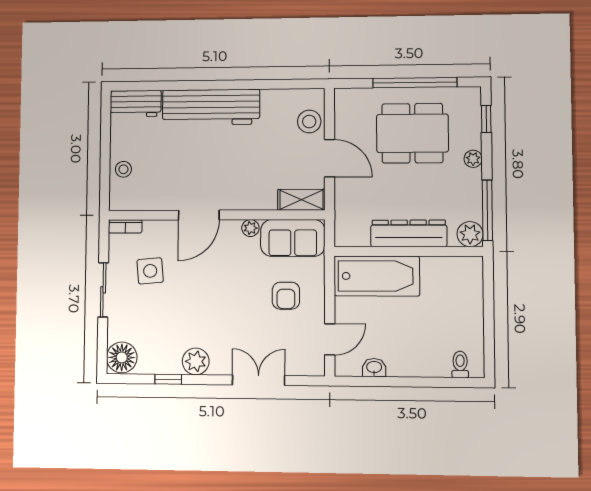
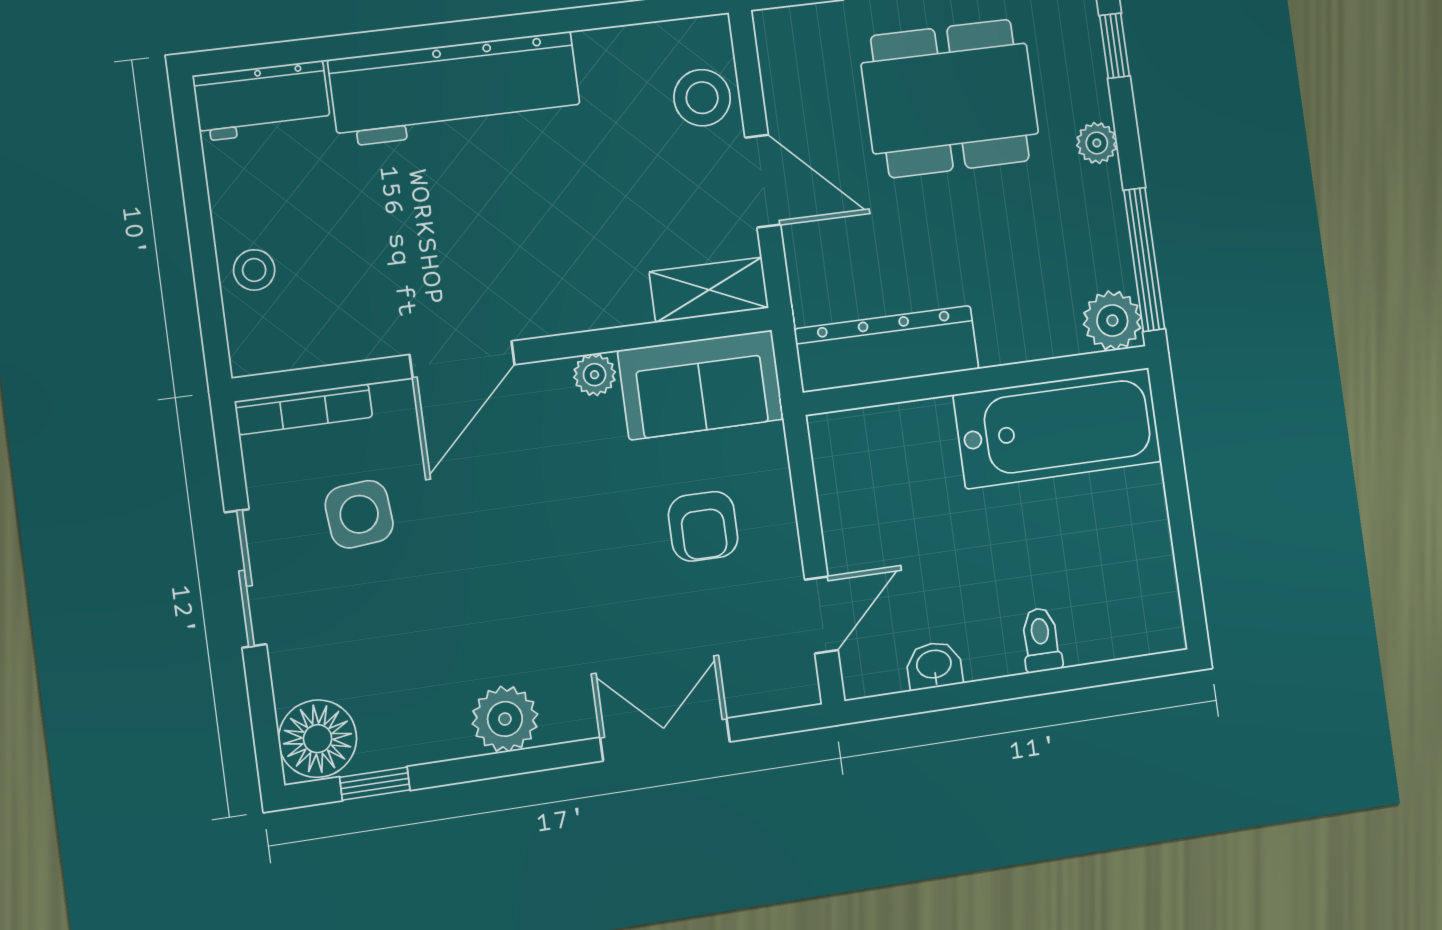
bookcase: (125, 226) -> (304, 409), width x1.56
dresser: (409, 233) -> (887, 349), moved
bathtub: (377, 276) -> (1057, 428), moved
toilet: (460, 364) -> (1041, 640), moved
window: (168, 379) -> (375, 784), moved

